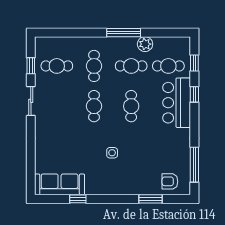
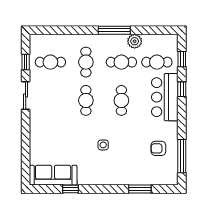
armchair: (170, 181) -> (158, 148), moved

